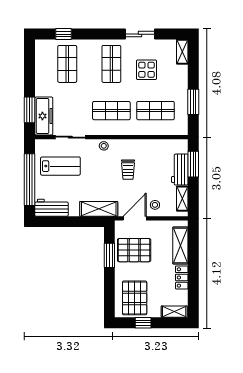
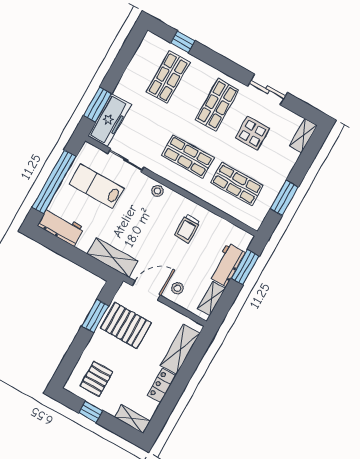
lab bench: (60, 166) -> (97, 186), turned 180
trolley: (128, 170) -> (187, 229), moved
pallet: (135, 298) -> (97, 379), width x0.67, depth x0.71

